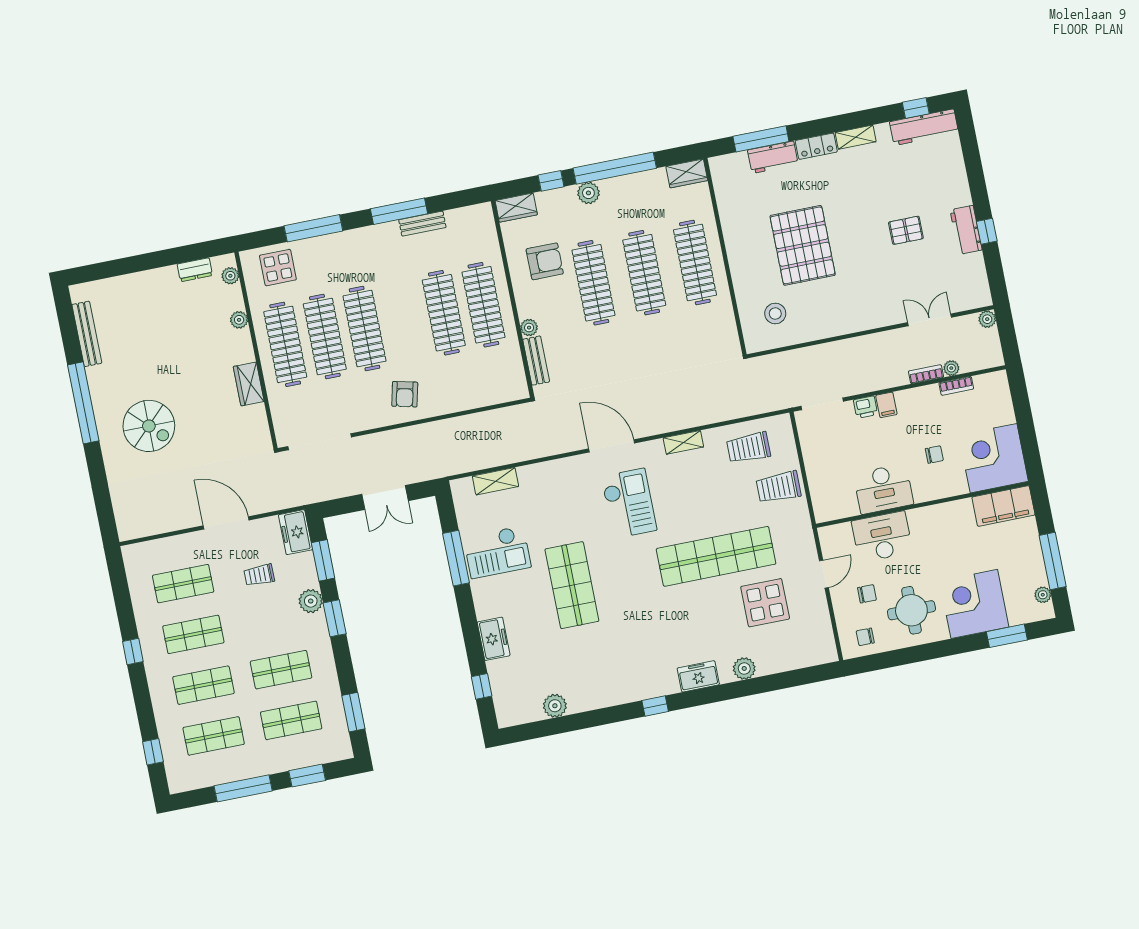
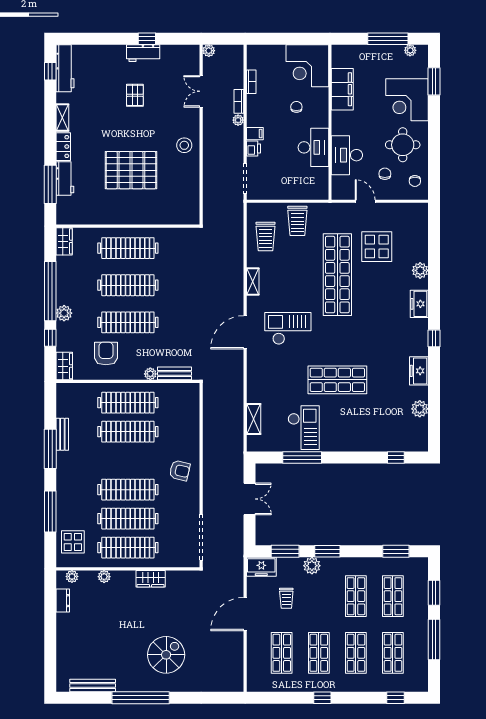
stool: (775, 314) -> (184, 145), moved
plant: (951, 368) -> (238, 120), moved
filing cabinet: (1003, 506) -> (342, 89), moved
freezer: (494, 639) -> (419, 371), moved, turned -90

